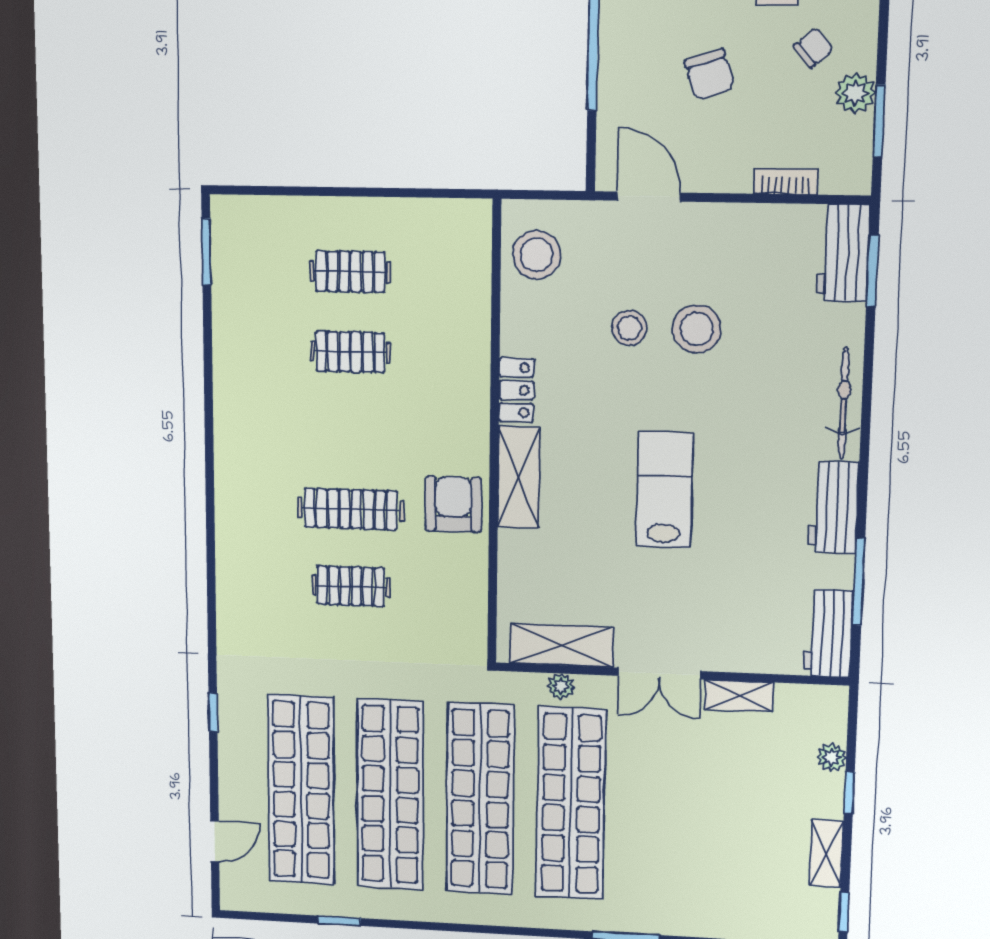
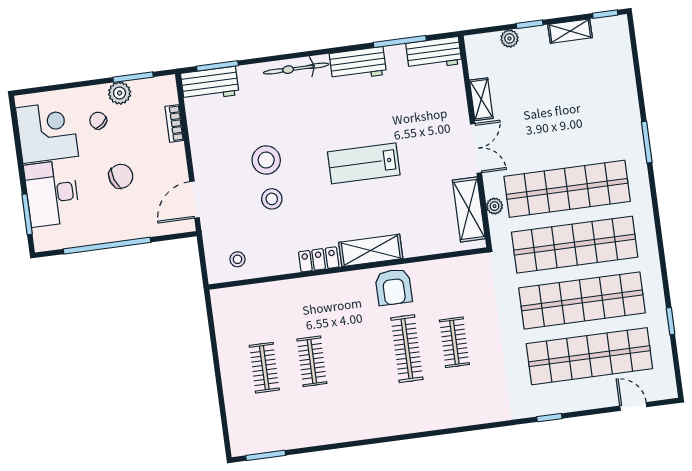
stool: (537, 255) -> (237, 259), width x0.53, depth x0.53
armchair: (453, 504) -> (394, 287), turned -90

